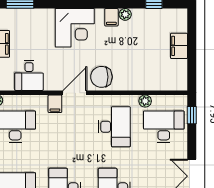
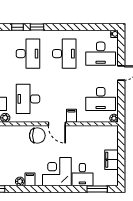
desk: (29, 75) -> (82, 175), moved, turned 180
door: (75, 93) -> (57, 124), hinge flipped

